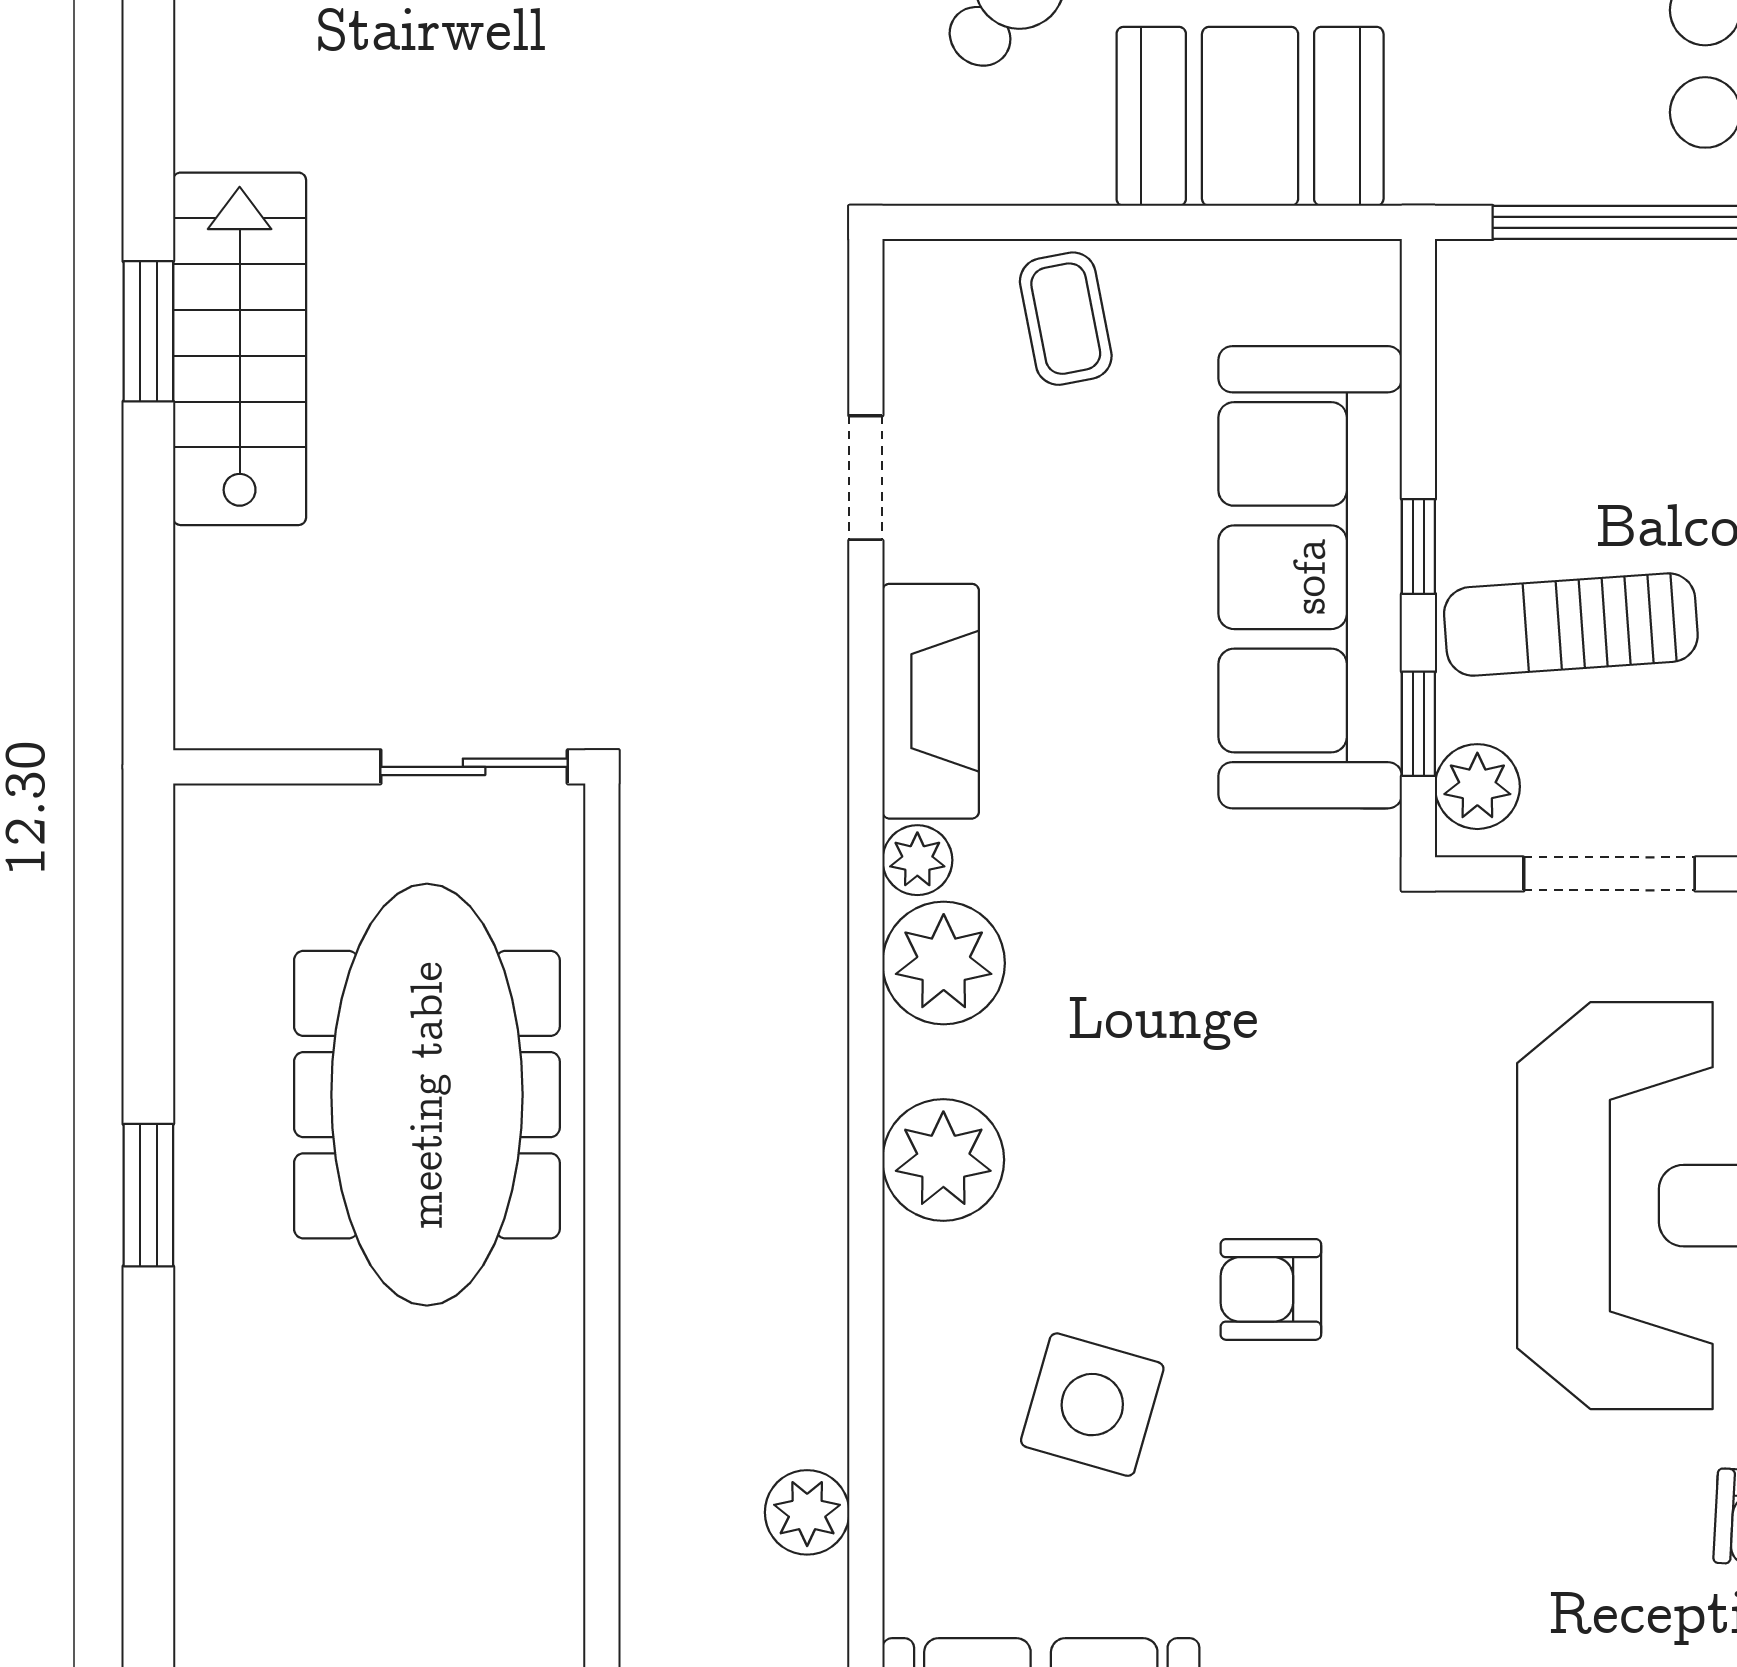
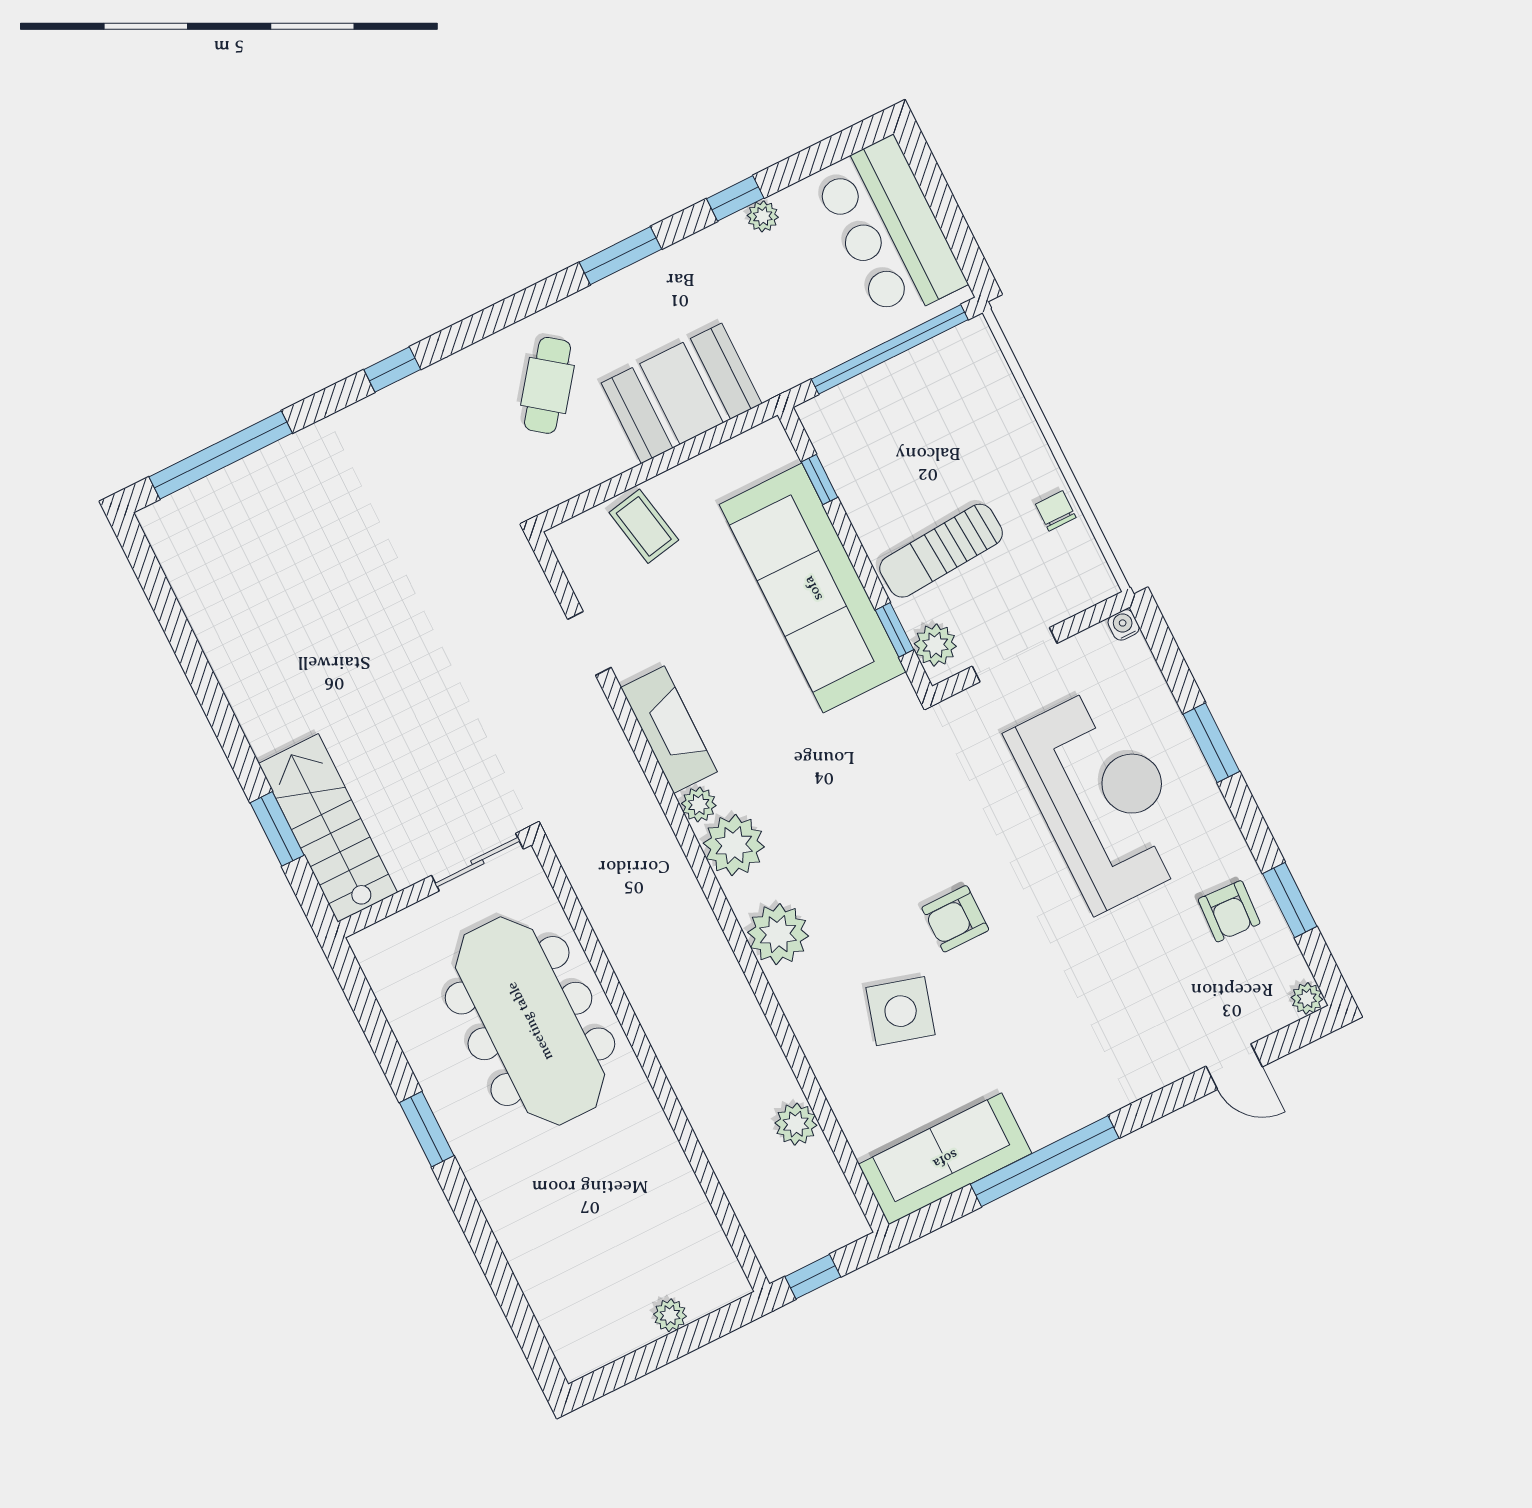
window: (148, 331) -> (277, 829), moved
stairs: (240, 349) -> (328, 828), moved
window: (1418, 546) -> (820, 480), moved

